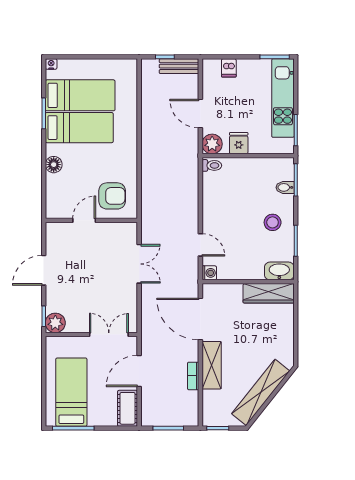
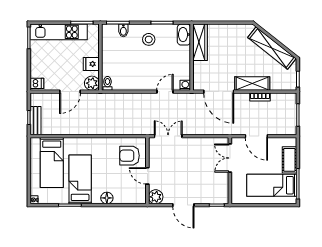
bench: (179, 66) -> (36, 121), moved
dishwasher: (229, 68) -> (37, 83), moved
bed: (80, 95) -> (52, 163), moved, turned 180
armchair: (112, 196) -> (130, 156), turned -90
double door: (139, 264) -> (168, 136), moved
door: (200, 319) -> (219, 92), hinge flipped
plant: (55, 323) -> (156, 197), moved
cot: (128, 408) -> (289, 160), moved, turned 90

